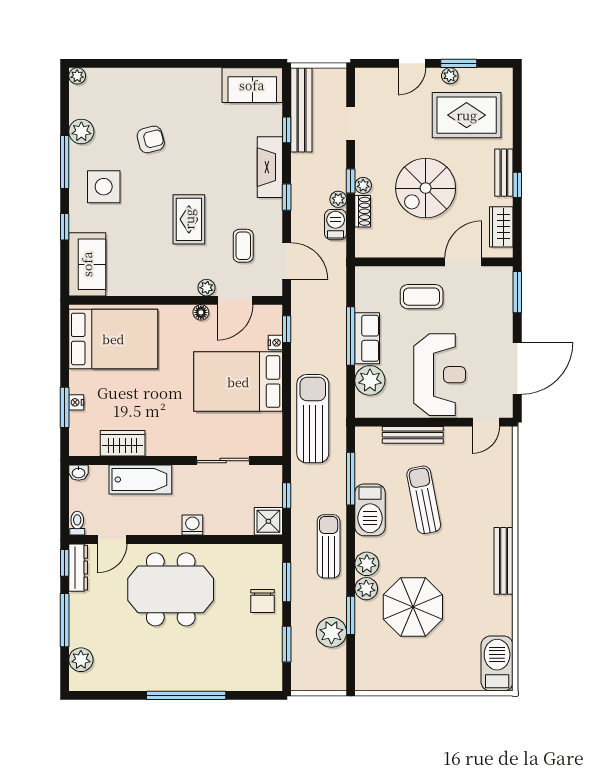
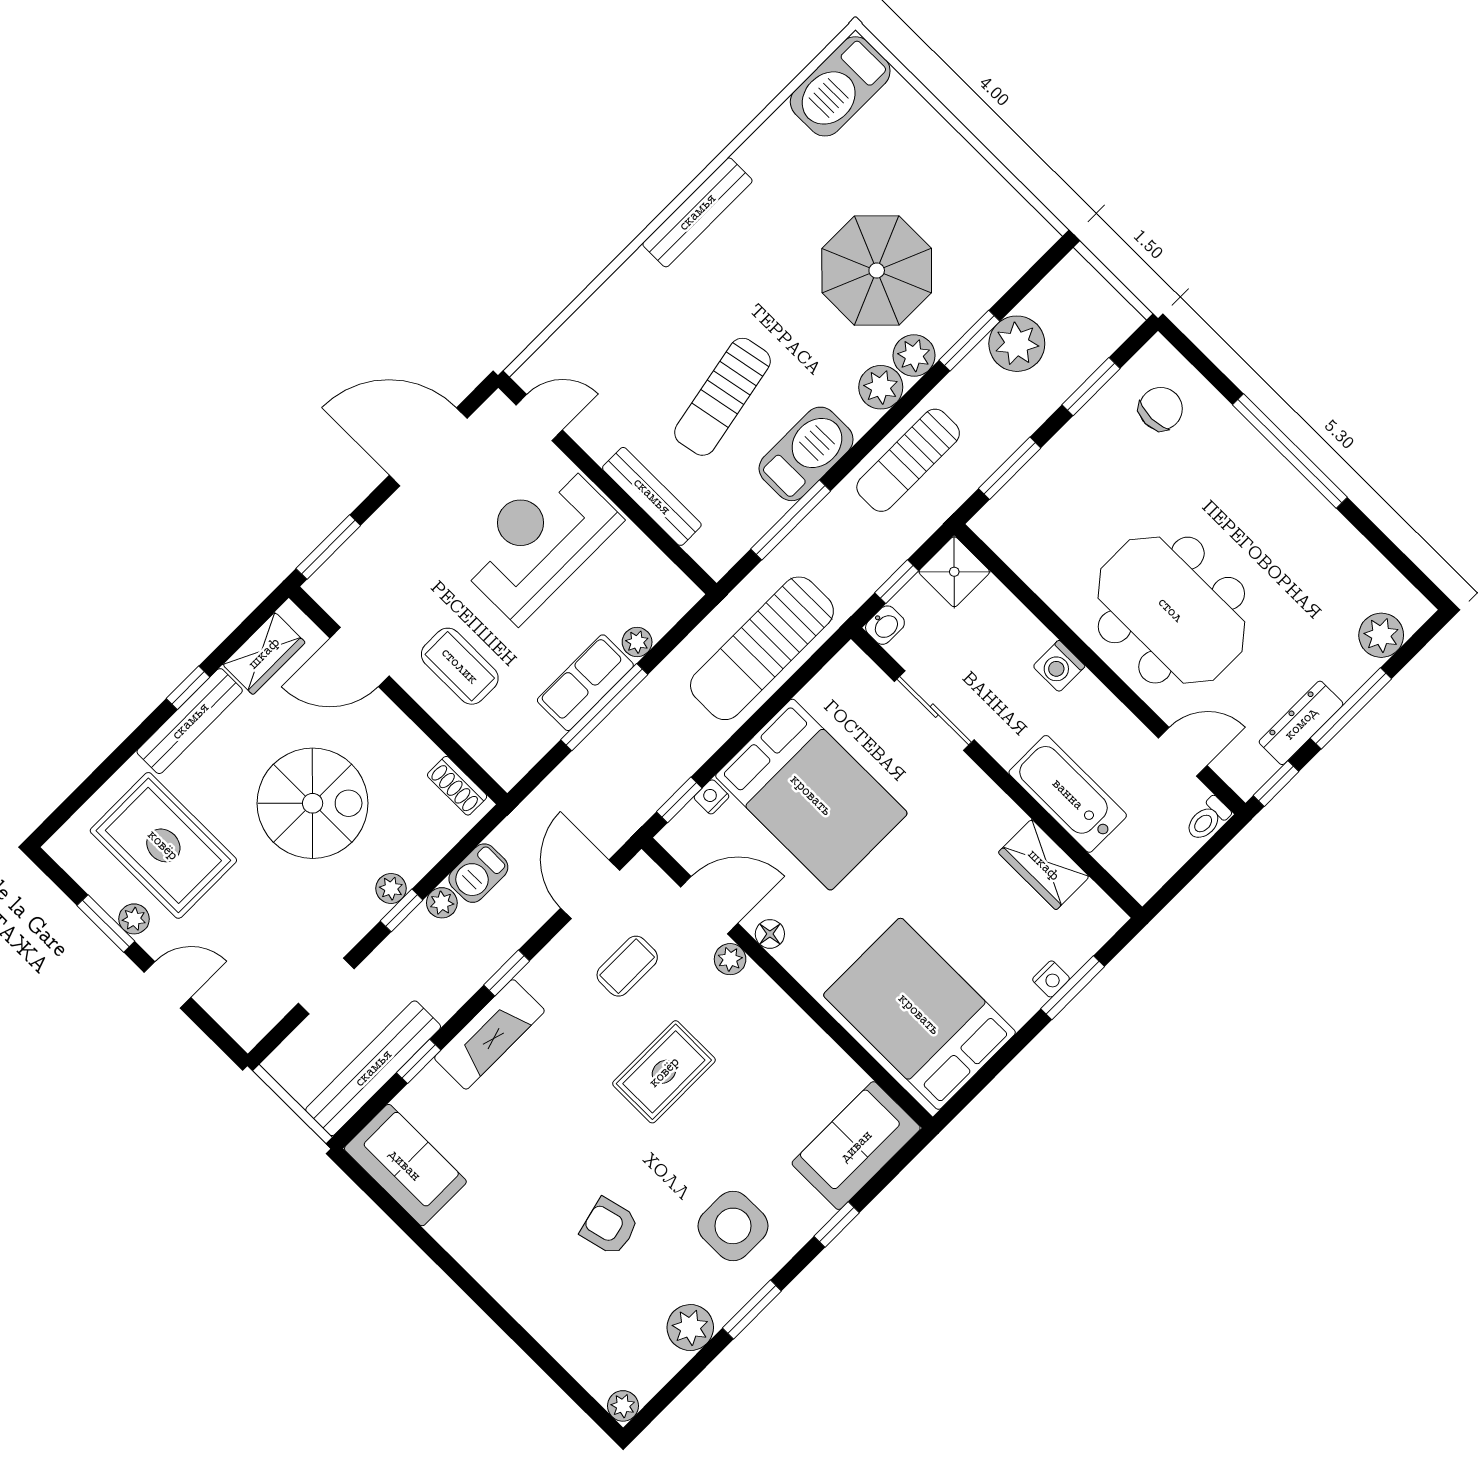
window: (65, 162) -> (752, 1309), width x0.69
bench: (504, 173) -> (190, 721), width x1.36
shoe rack: (363, 211) -> (457, 786), moved, turned -90
plant: (370, 380) -> (637, 642), width x0.53, depth x0.53
washbasin: (79, 473) -> (885, 625), moved, turned 90
dresser: (78, 568) -> (1301, 723), moved
chair: (263, 601) -> (1161, 409), moved

